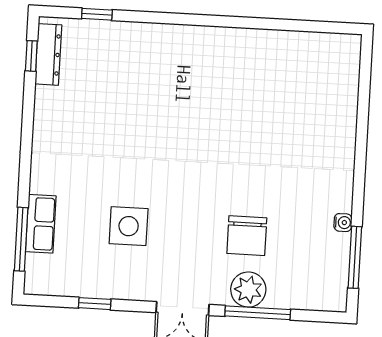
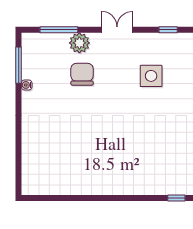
window: (258, 313) -> (59, 30), moved

